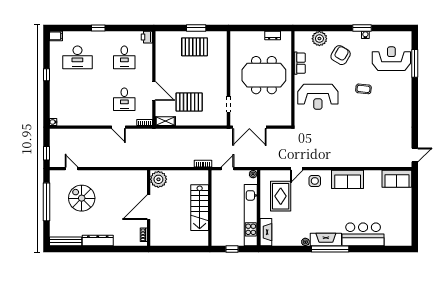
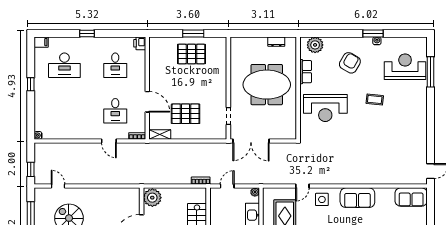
plant: (319, 39) -> (315, 45), moved

